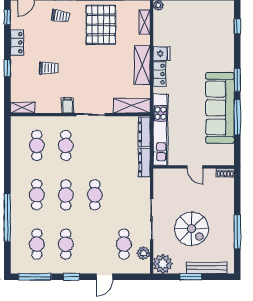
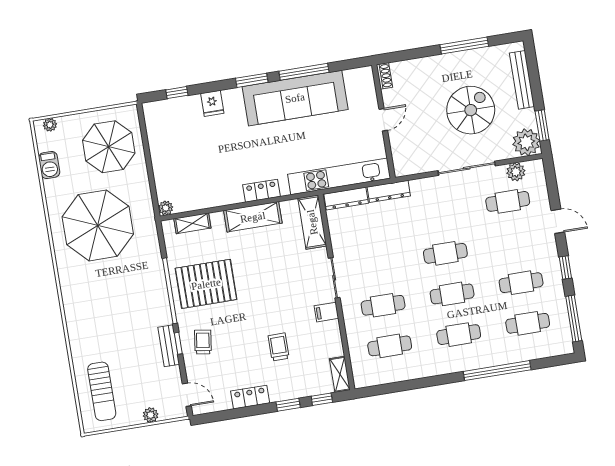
window: (7, 17) -> (322, 399), moved
fridge: (161, 54) -> (212, 103), moved, turned 180
window: (191, 277) -> (542, 125), moved

